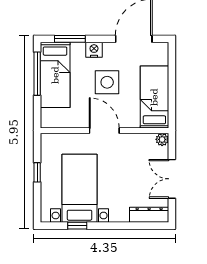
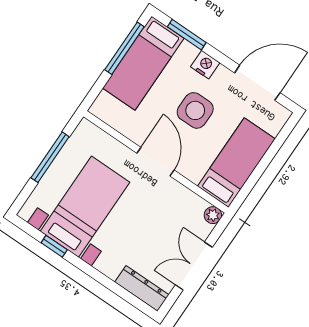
window: (37, 172) -> (50, 157), width x2.17

